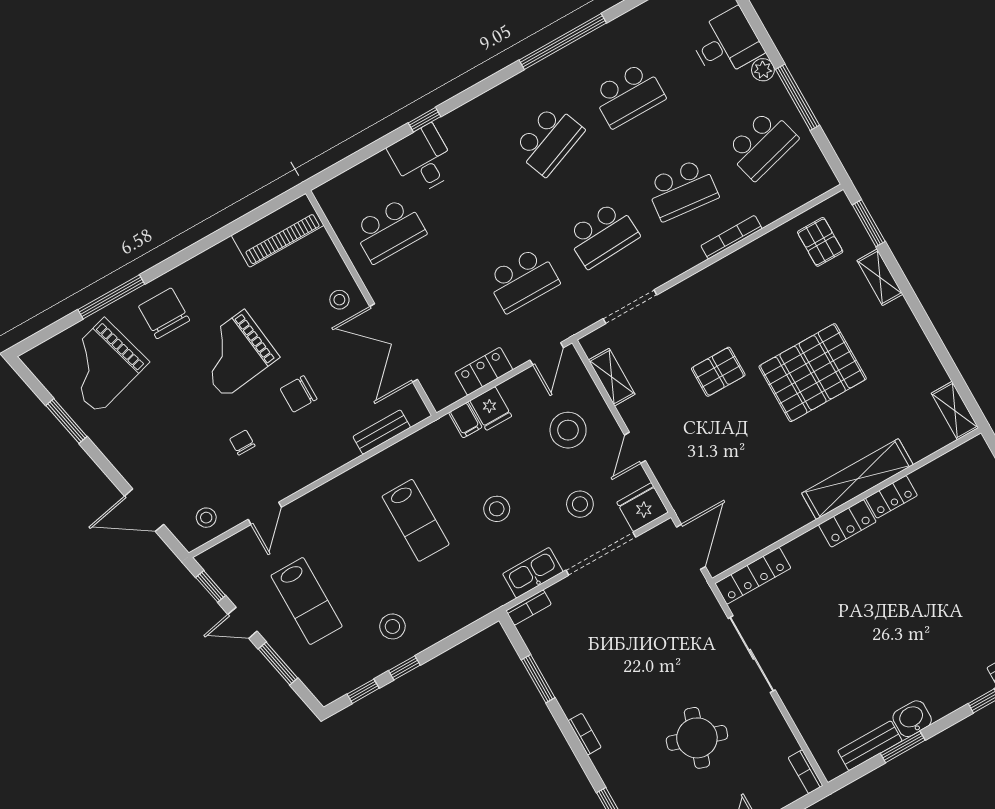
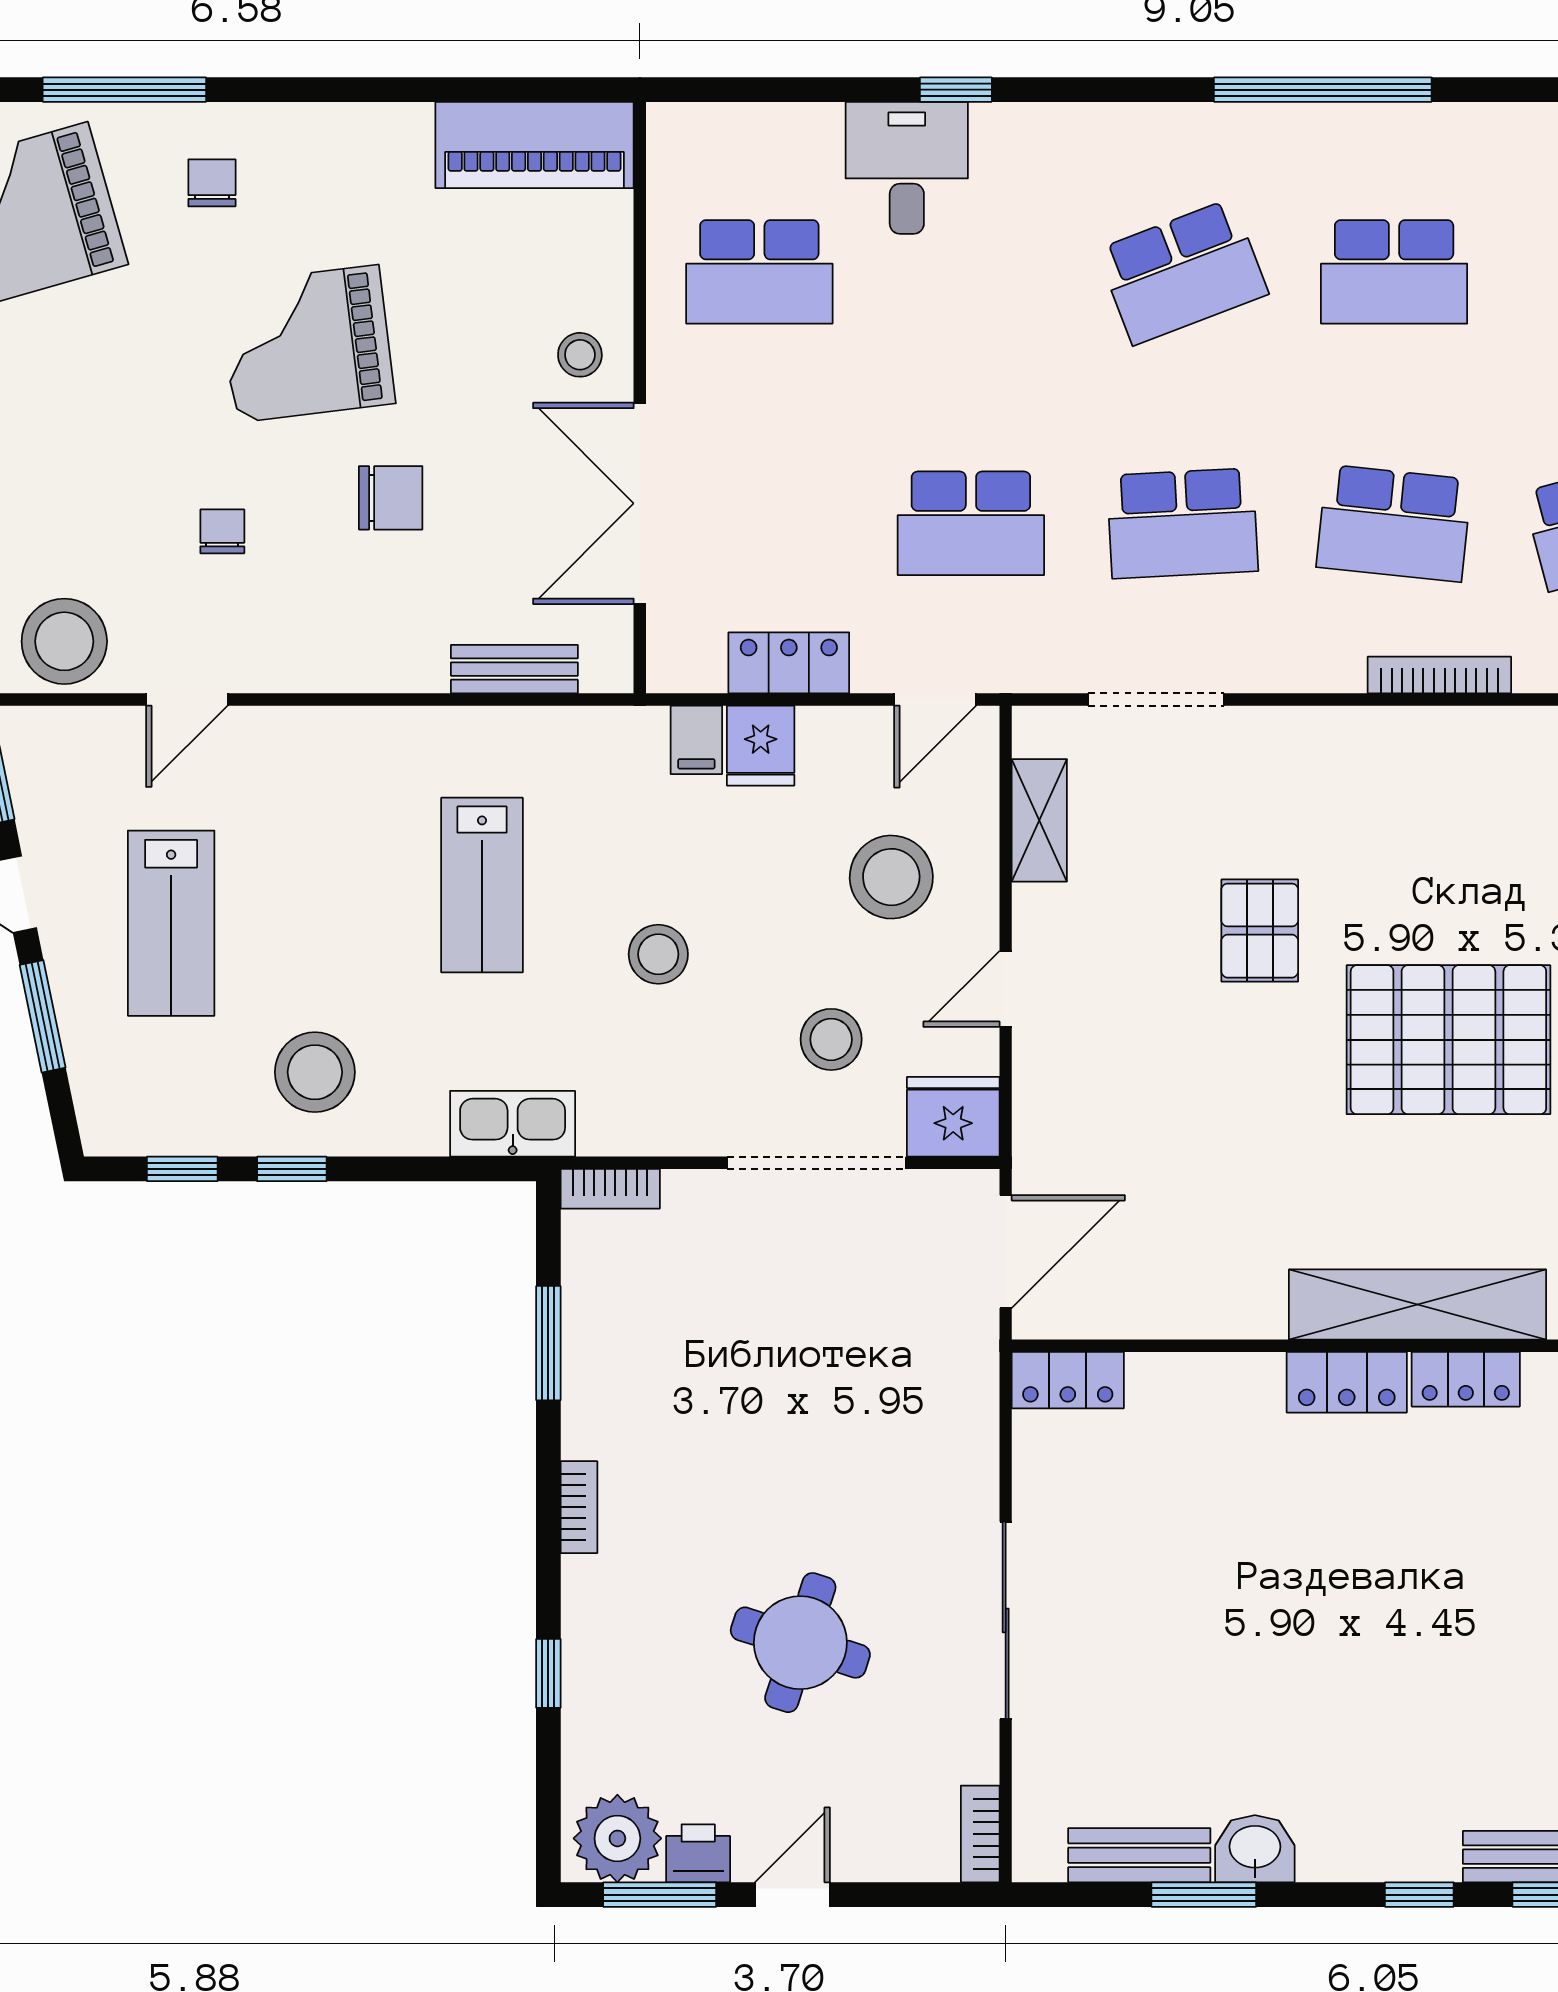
chair: (164, 313) -> (212, 183), width x0.54, depth x0.54
pallet: (718, 372) -> (1260, 931), turned 90
chair: (299, 394) -> (391, 498), turned 180
stool: (206, 518) -> (64, 641), width x1.89, depth x1.89
kitchen sink: (533, 573) -> (513, 1124), moved
locker: (753, 576) -> (1068, 1380), width x0.66
stool: (392, 626) -> (315, 1072), width x1.38, depth x1.38
sliding door: (752, 654) -> (1006, 1620), moved

